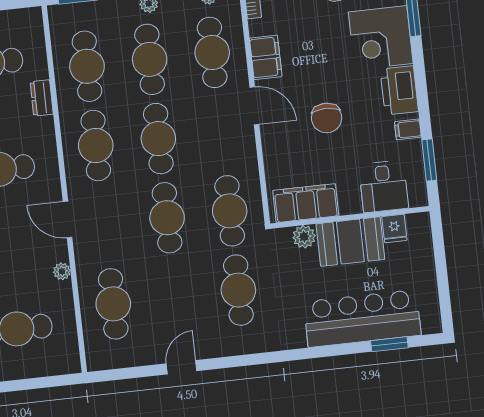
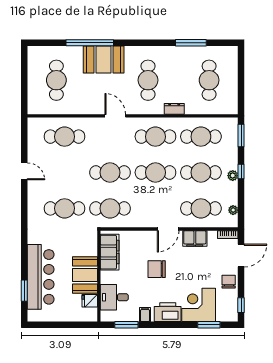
dresser: (42, 98) -> (174, 109), moved
door: (68, 219) -> (115, 116), hinge flipped
plant: (304, 237) -> (91, 249), removed
plant: (62, 271) -> (86, 110), removed

